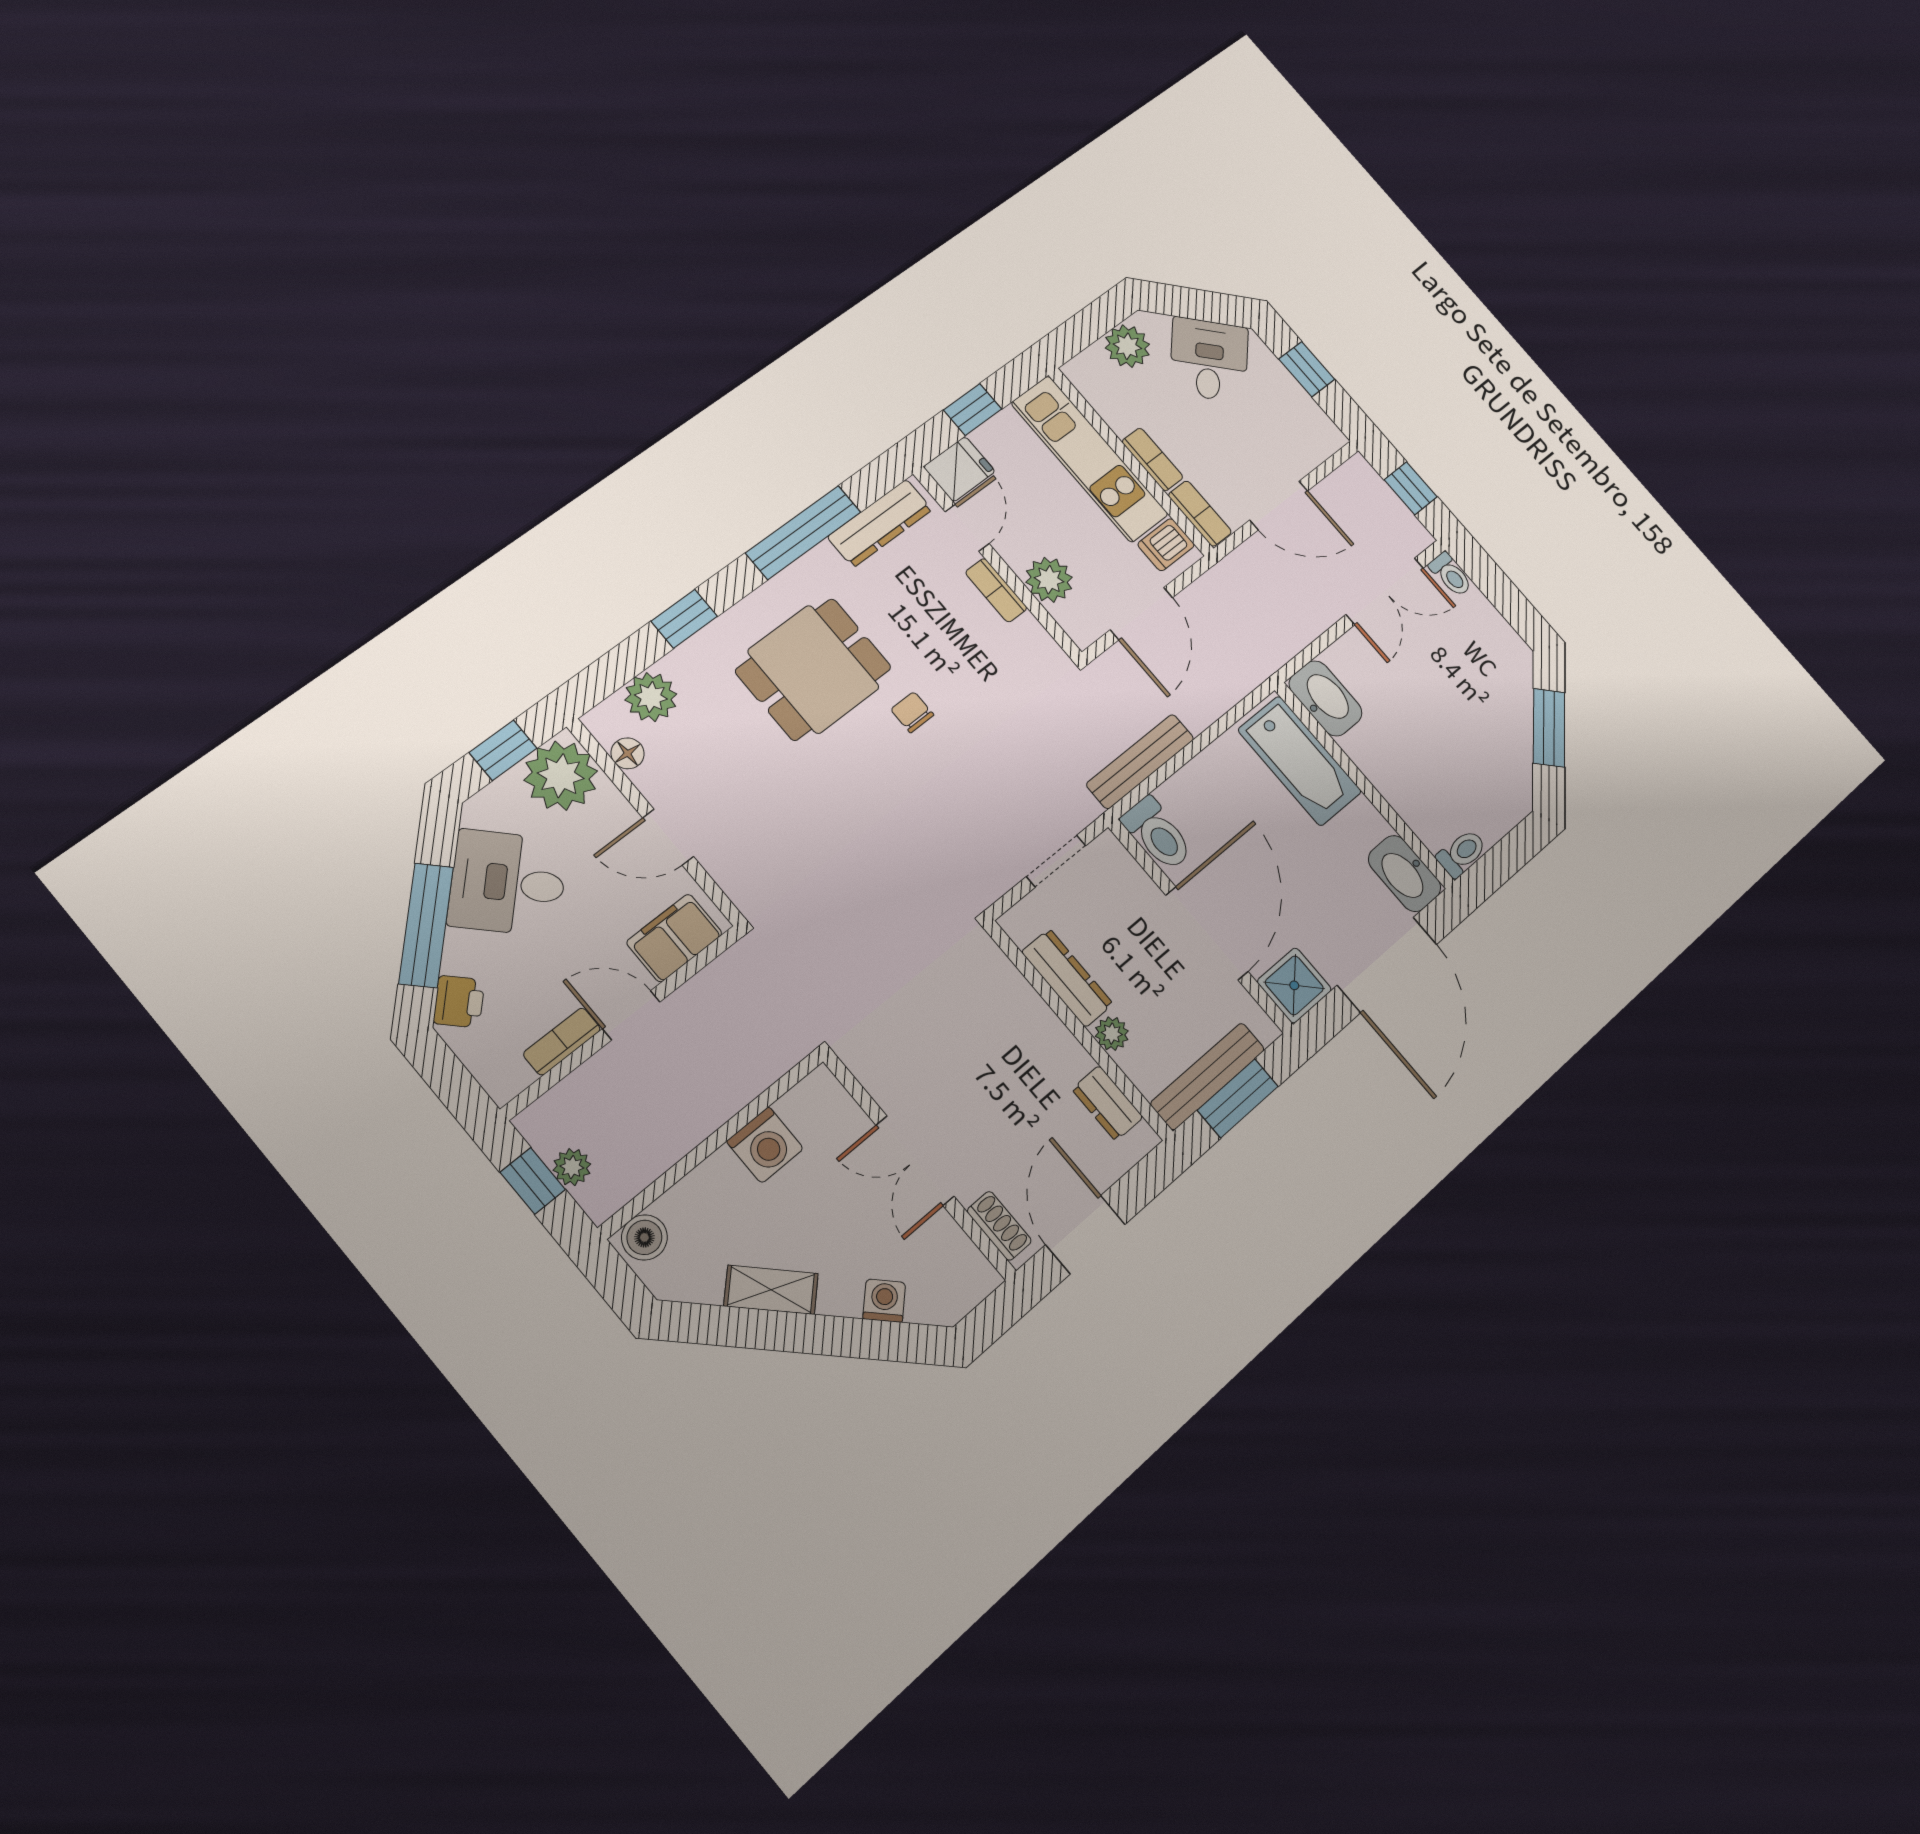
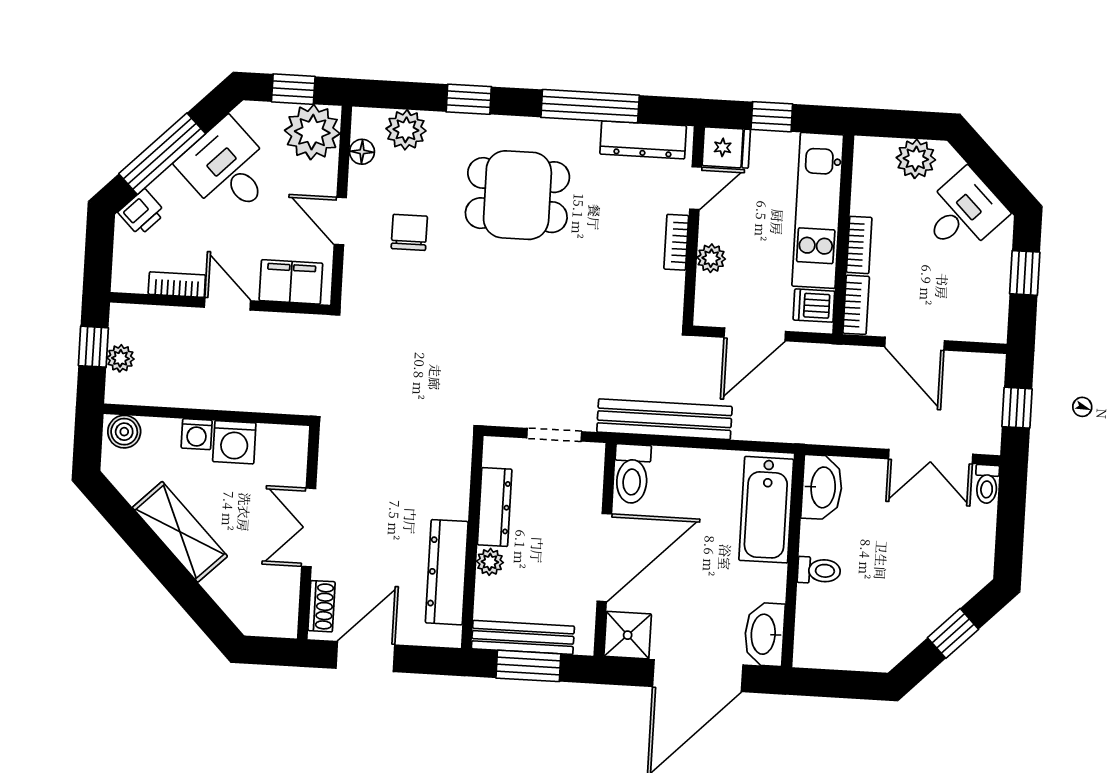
plant: (1049, 580) -> (711, 258), width x0.73, depth x0.73
chair: (912, 712) -> (409, 232), moved, width x1.37, depth x1.37
window: (1549, 728) -> (953, 633), width x0.67
bench: (1140, 761) -> (664, 419), width x1.37, depth x1.21
toilet: (1462, 853) -> (819, 570), moved
dresser: (1107, 1103) -> (447, 572), width x1.96, depth x1.24
shelving: (771, 1290) -> (180, 532), width x1.50, depth x1.33
washing machine: (884, 1301) -> (197, 434), moved, turned 134

